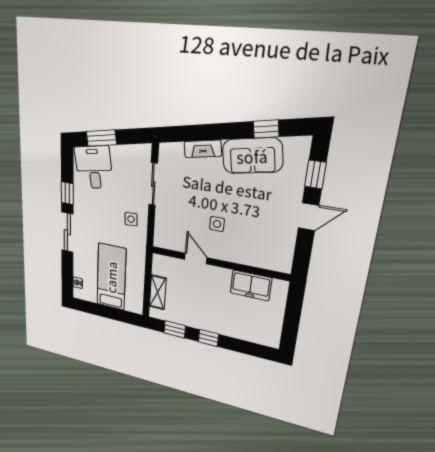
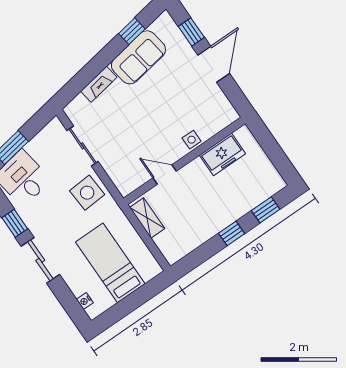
door: (309, 217) -> (214, 64), width x1.38
side table: (131, 219) -> (87, 193), width x1.87, depth x1.87
side table: (217, 224) -> (192, 140), moved
shelving: (158, 292) -> (147, 218), moved
window: (175, 329) -> (266, 210), moved

